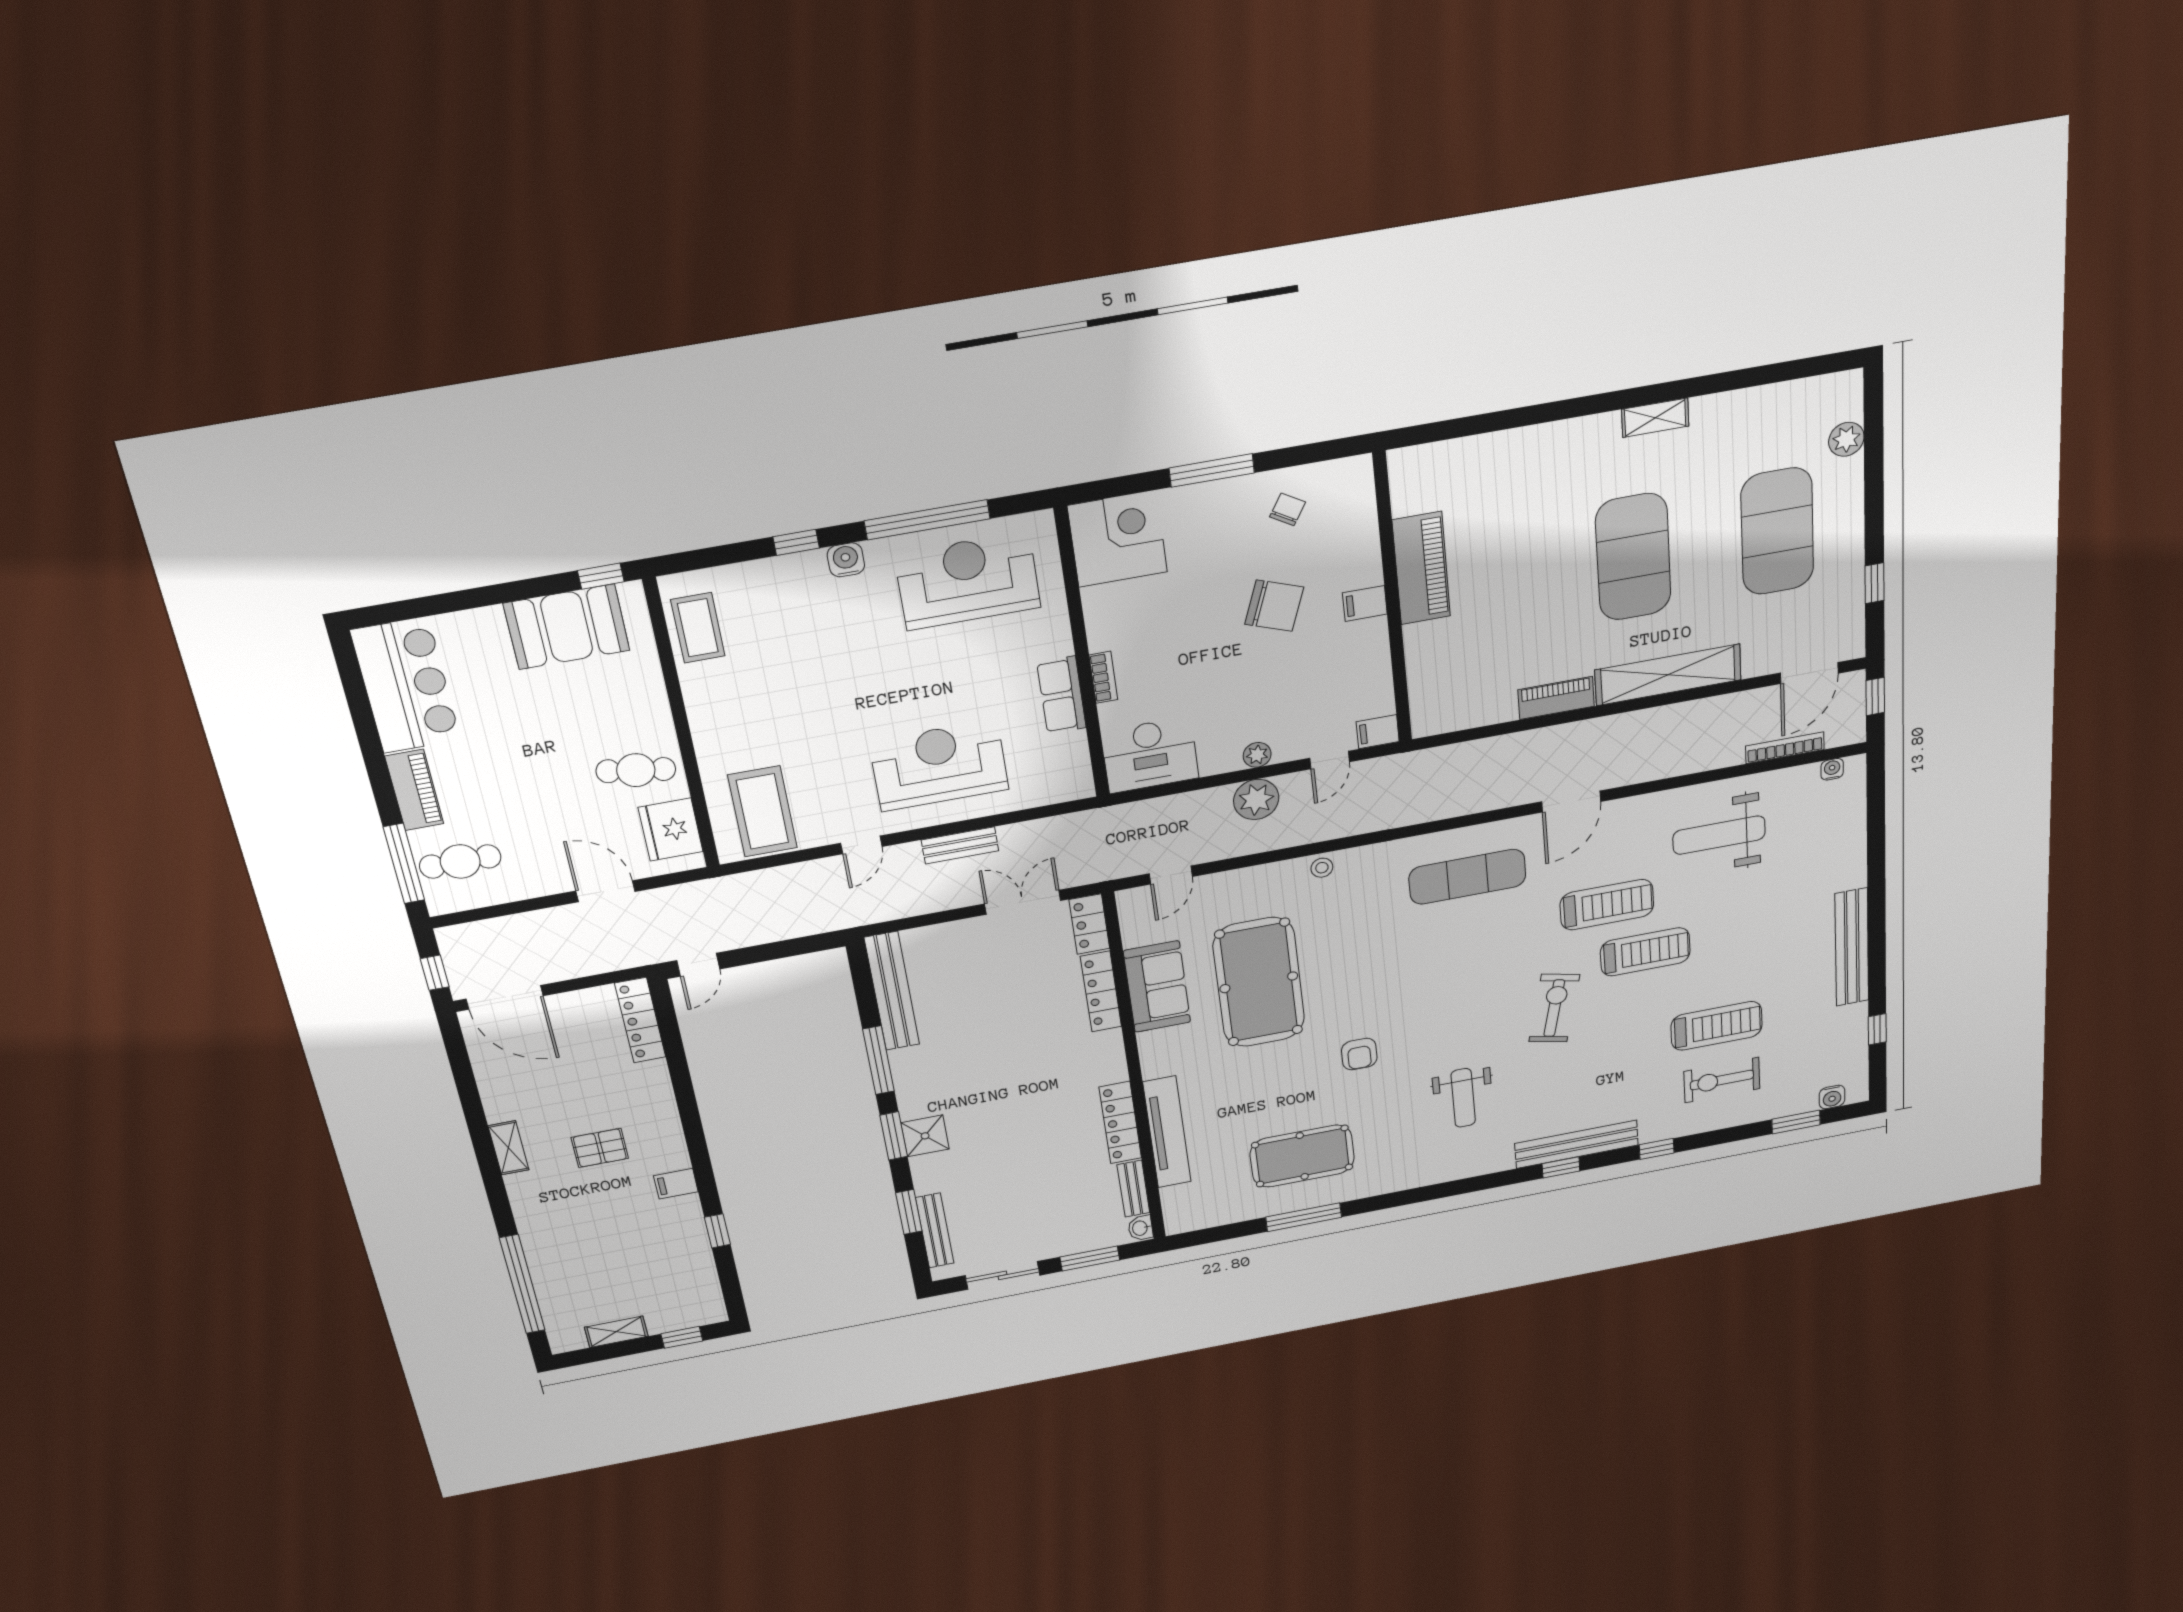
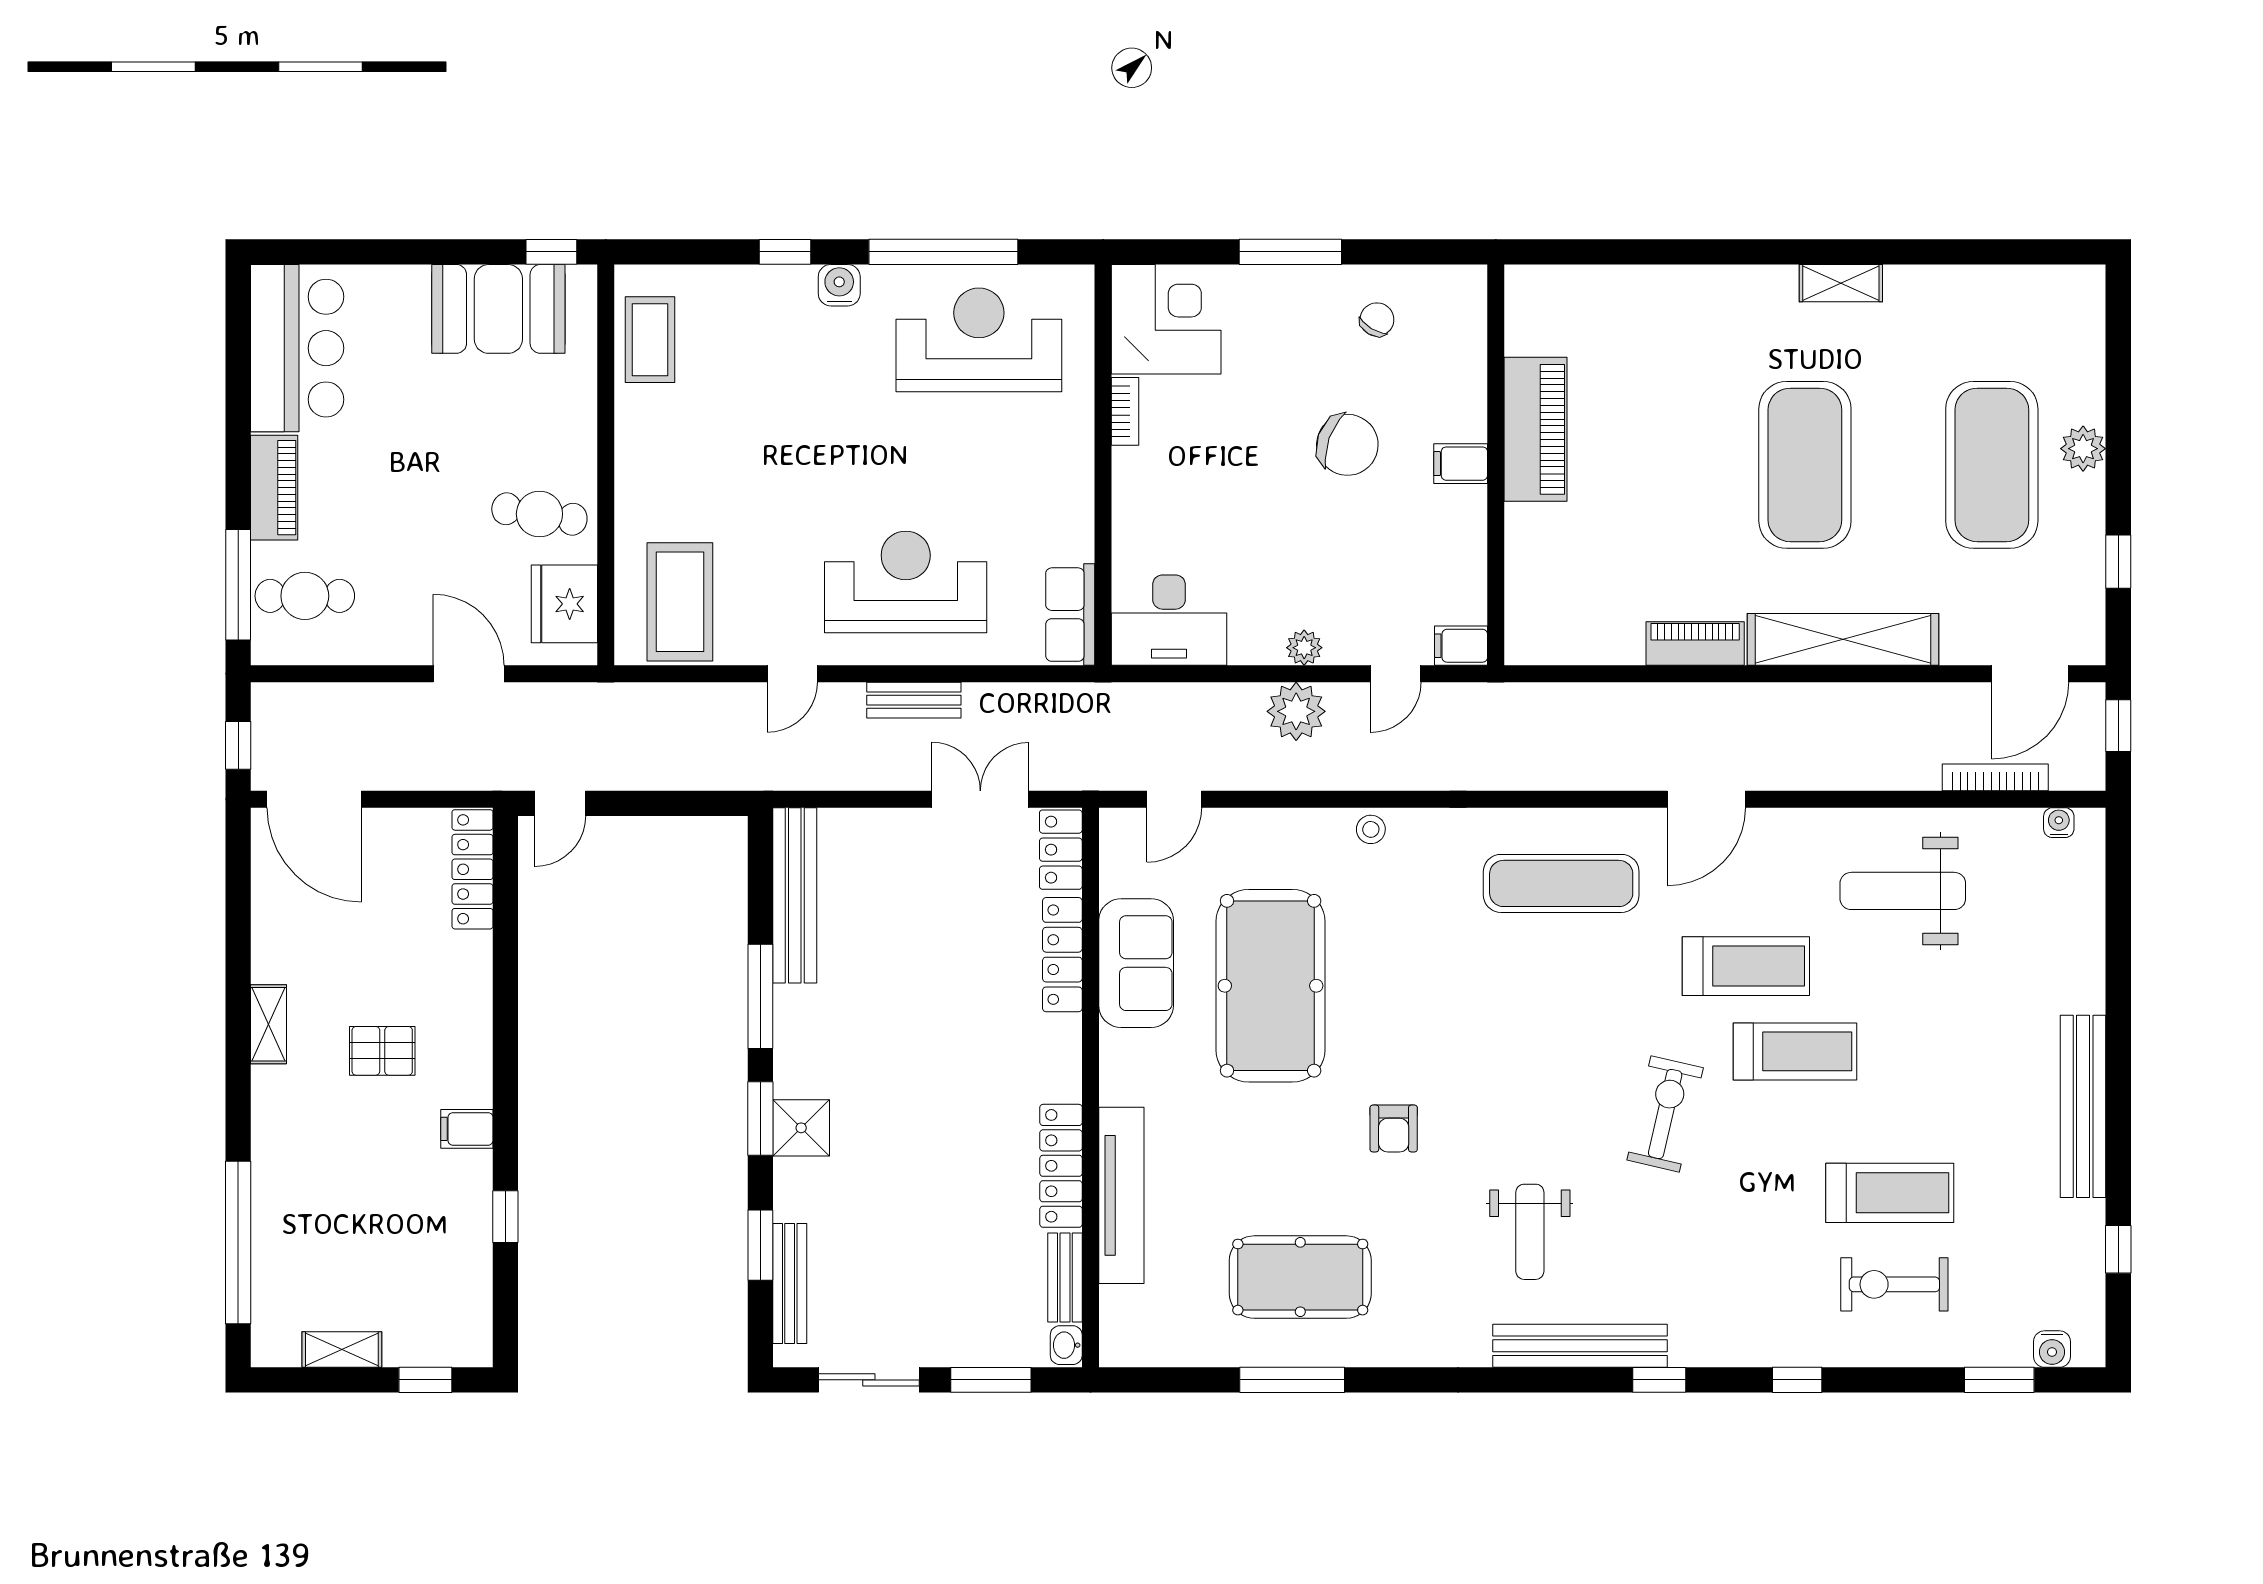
plant: (1846, 439) -> (2083, 449), moved
bookcase: (1103, 677) -> (1125, 411), moved
row of seats: (1062, 695) -> (1070, 615), moved
bench: (1577, 1144) -> (1580, 1346), moved

